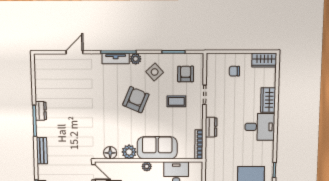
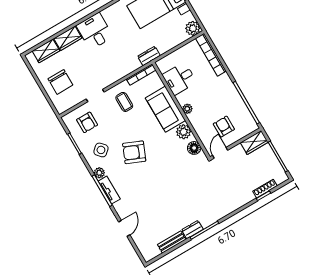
door: (75, 52) -> (124, 228), swing flipped
wardrobe: (264, 60) -> (46, 51), moved, turned 90
chair: (234, 71) -> (60, 82), width x1.87, depth x1.87
armchair: (186, 74) -> (87, 122), turned -90
coffee table: (176, 101) -> (124, 102), moved
dresser: (211, 127) -> (149, 56), moved
bench: (42, 151) -> (172, 242), moved

